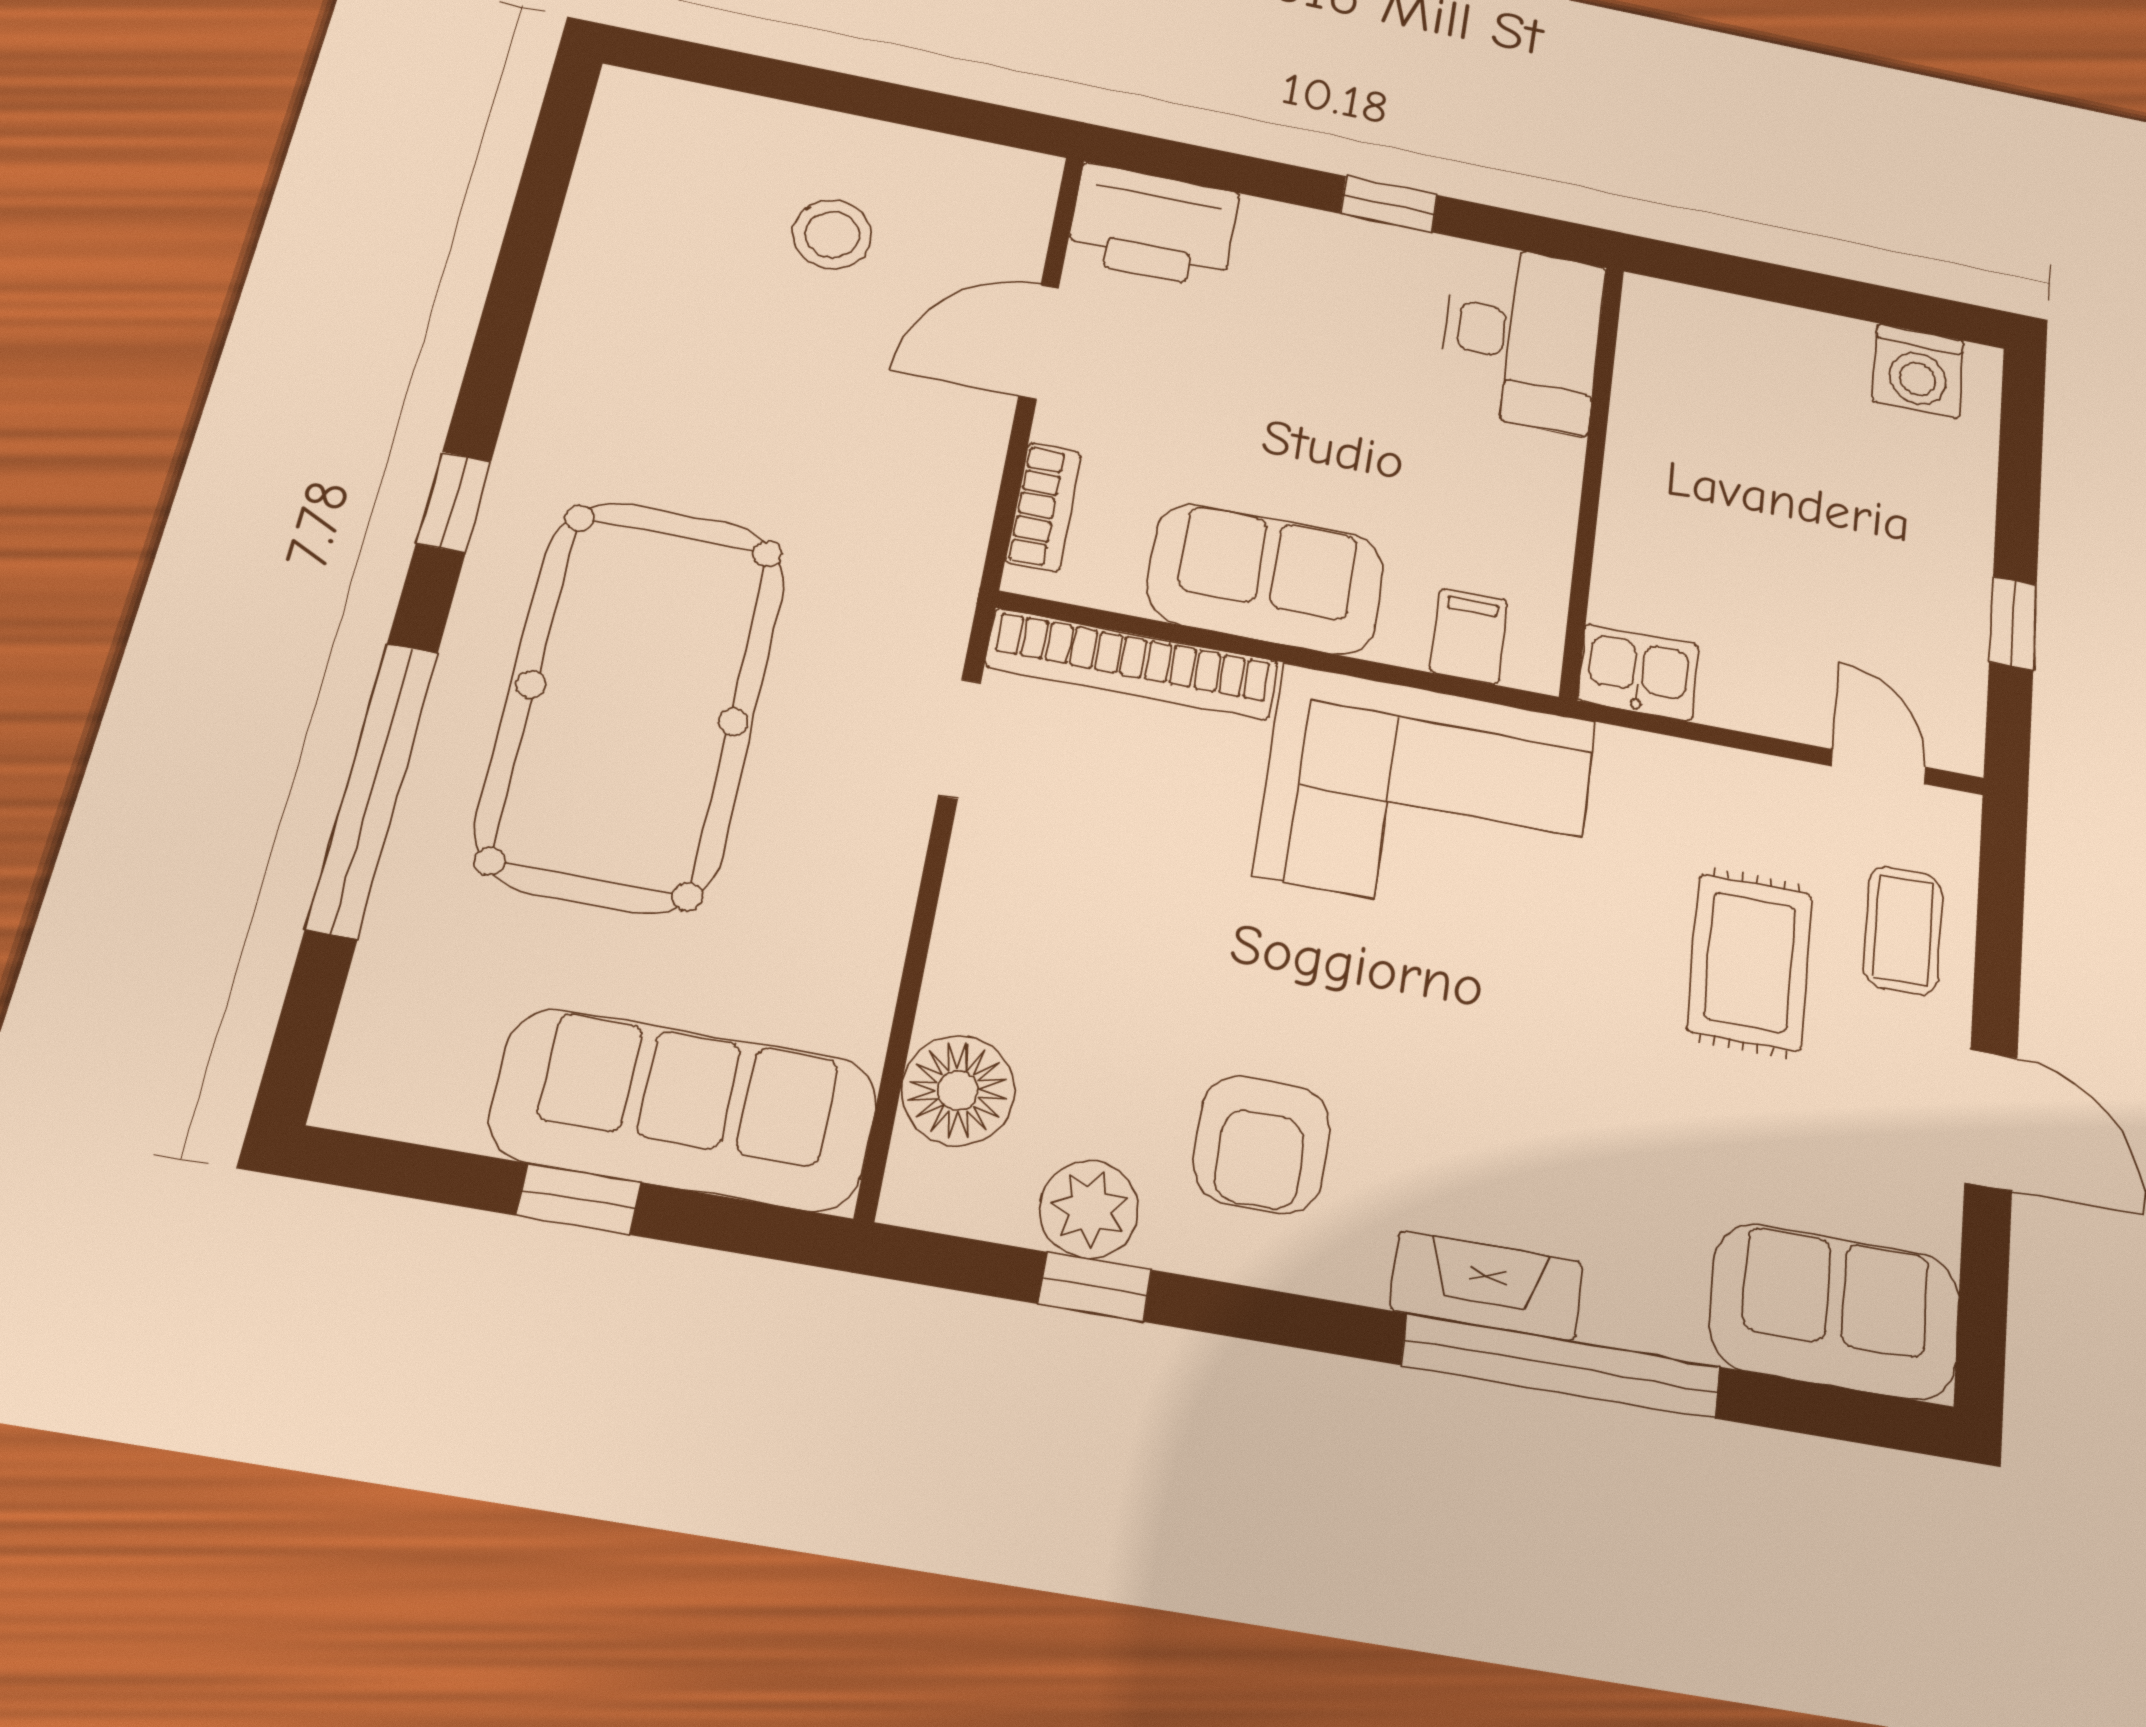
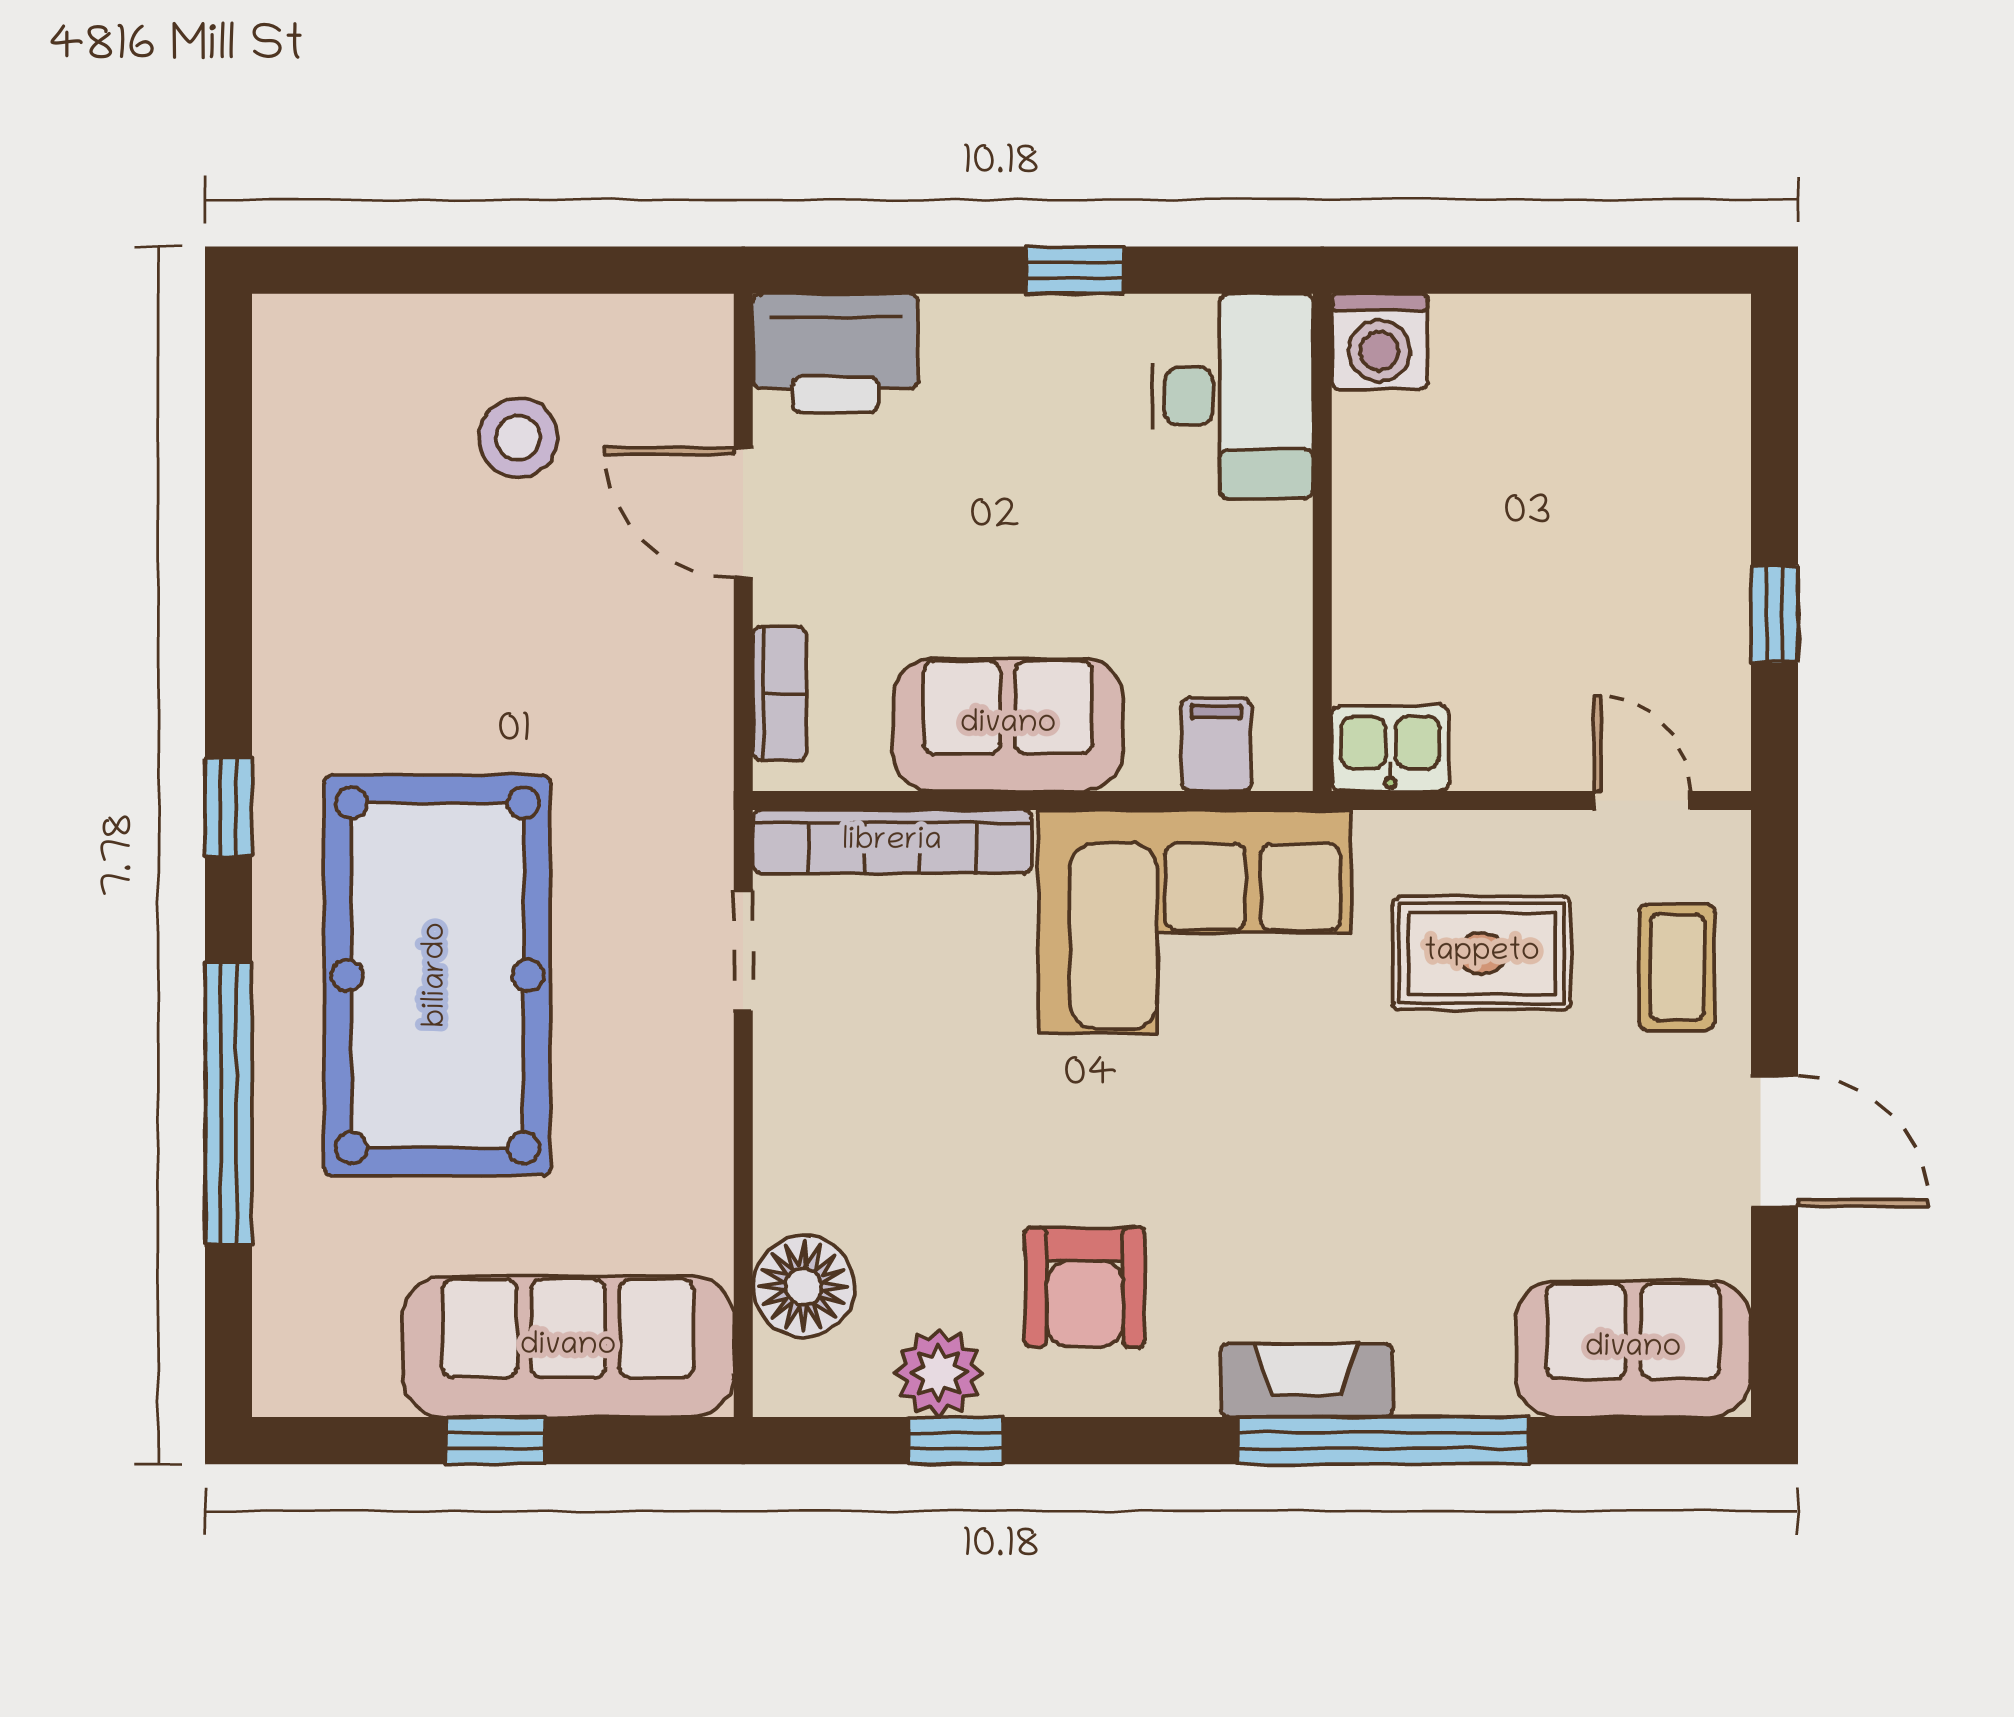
door: (1039, 342) -> (743, 513), hinge flipped
washing machine: (1918, 371) -> (1380, 342), moved
rug: (1750, 962) -> (1482, 953), moved, turned 90

